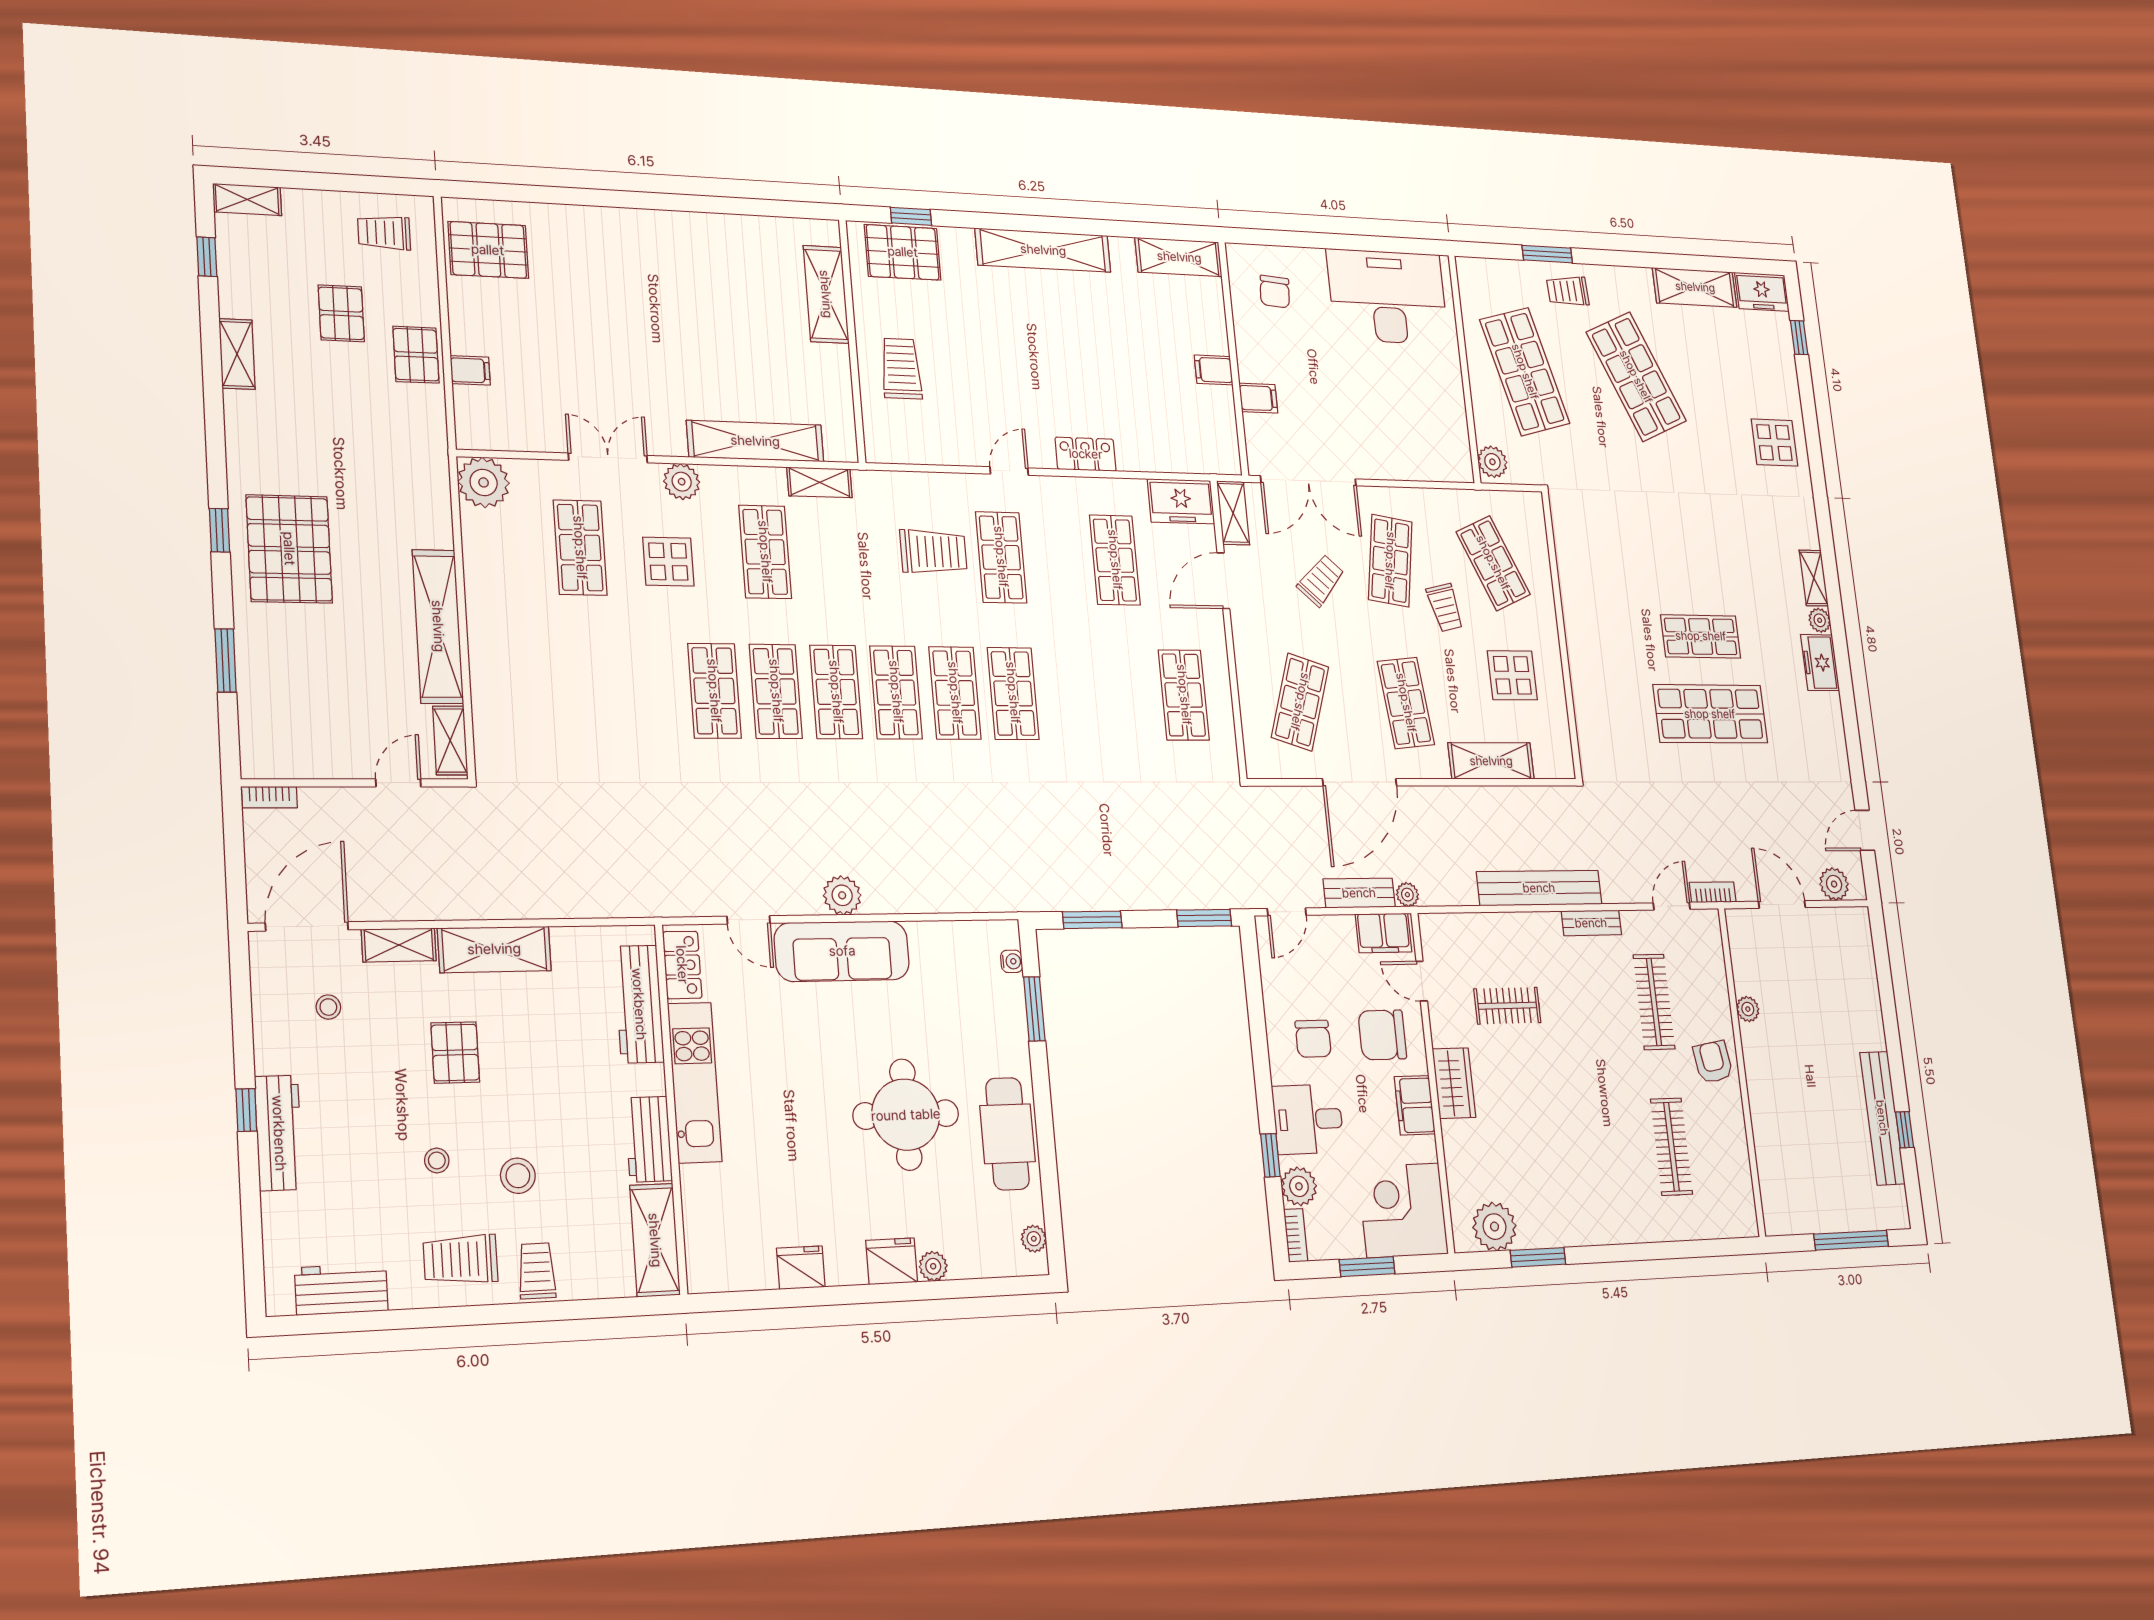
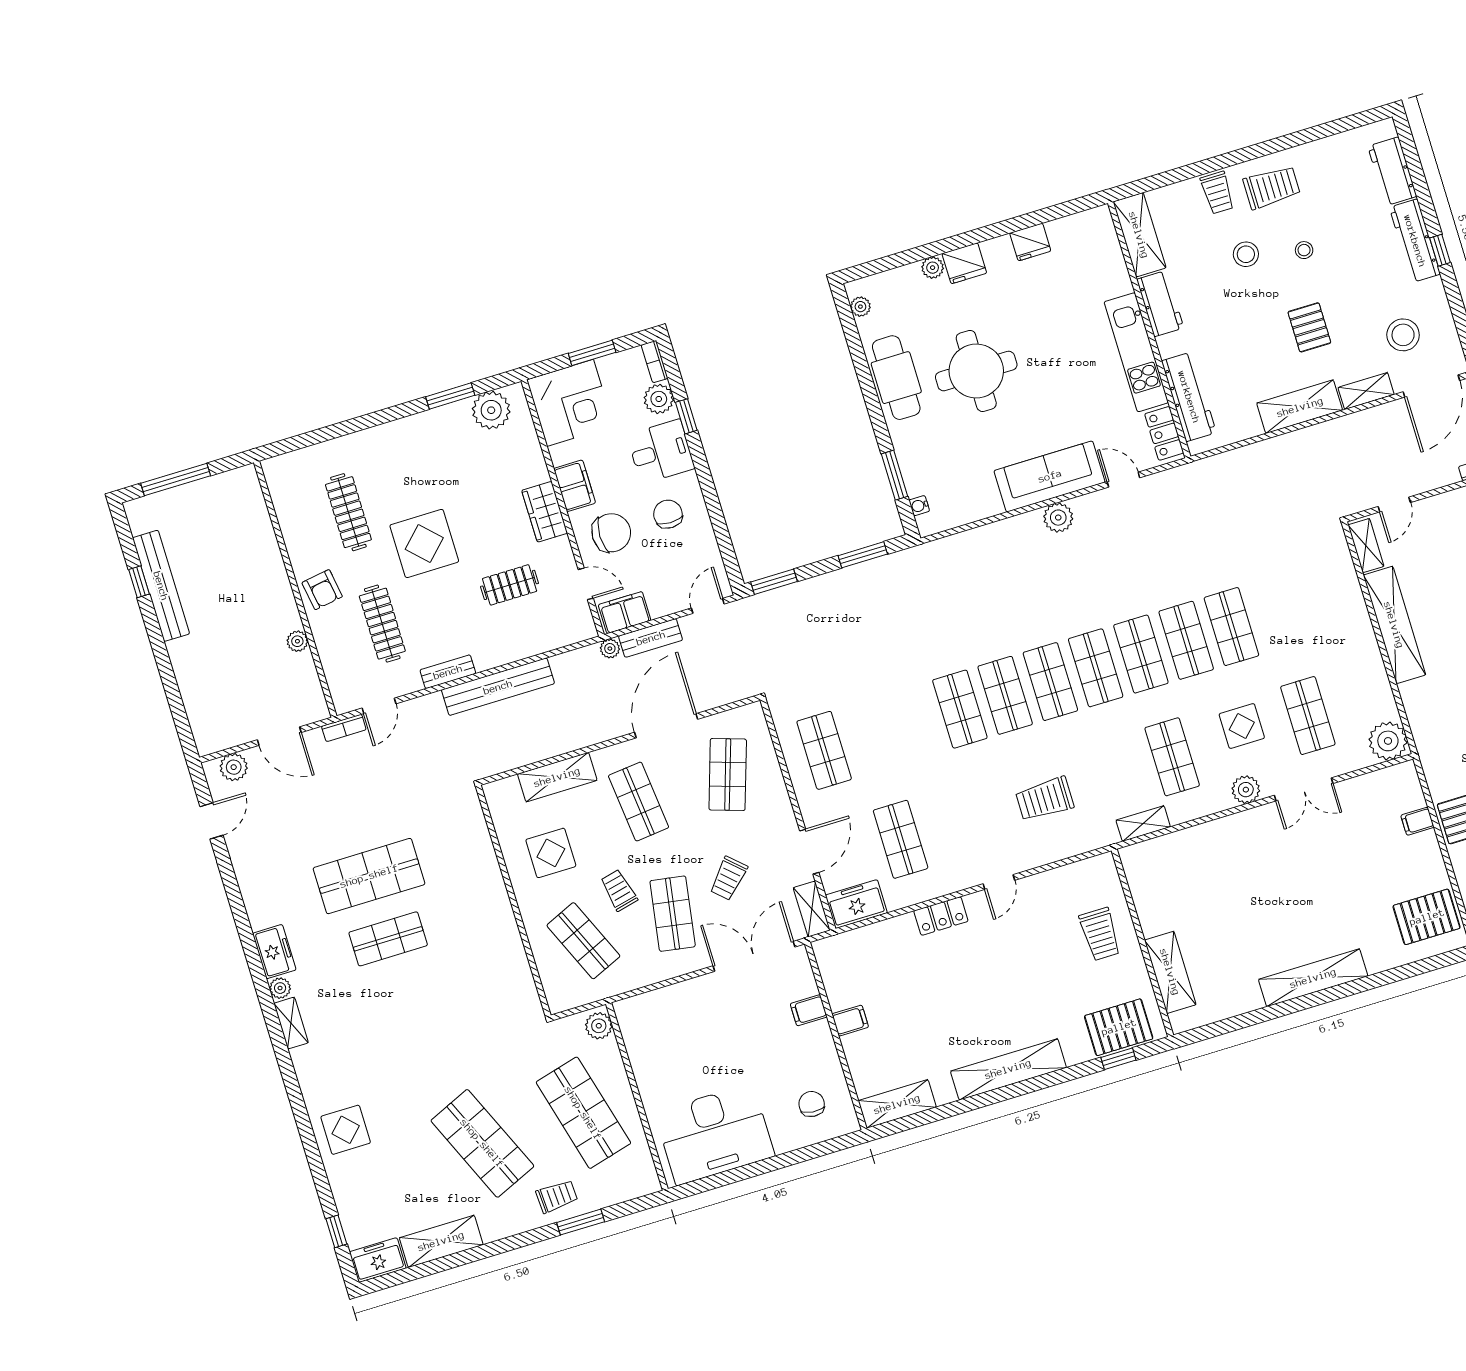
shelving: (755, 441) -> (1313, 978), moved
shop shelf: (1001, 557) -> (1231, 627), moved
stool: (328, 1007) -> (1403, 335), width x1.89, depth x1.89
display table: (1594, 1084) -> (424, 543), added
workbench: (341, 1289) -> (1392, 171), moved, turned 90

